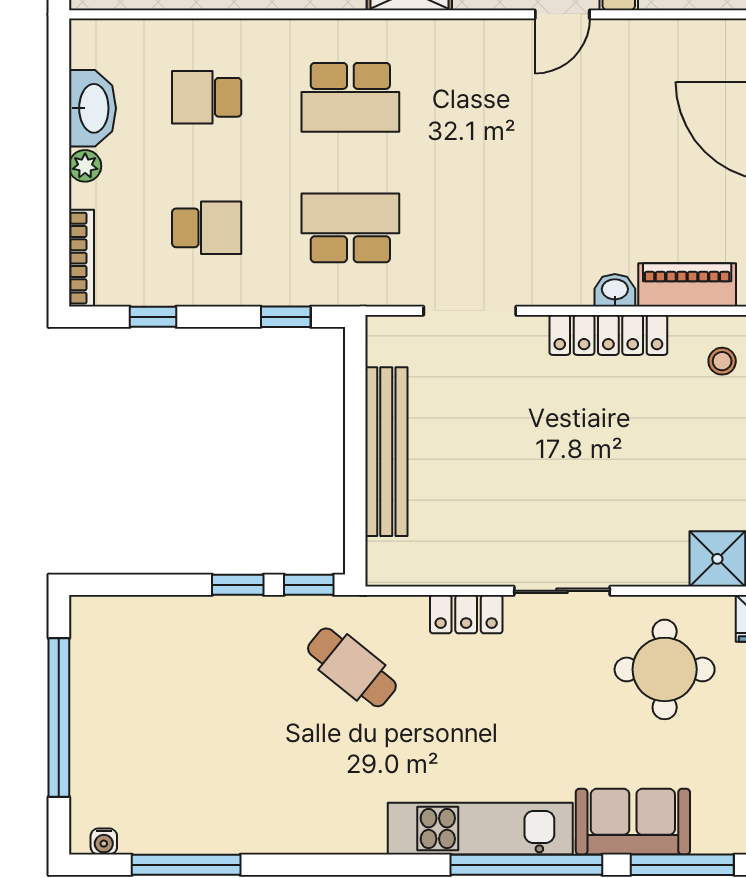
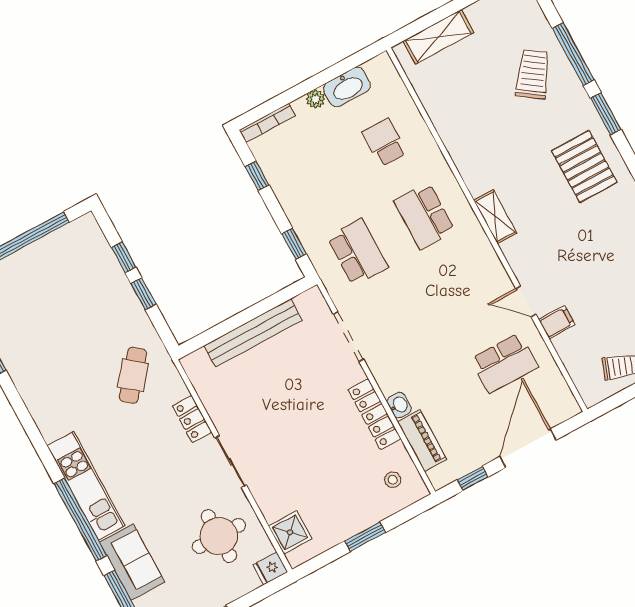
school desk: (207, 228) -> (504, 363), moved, width x1.85
window: (309, 585) -> (124, 257), moved

